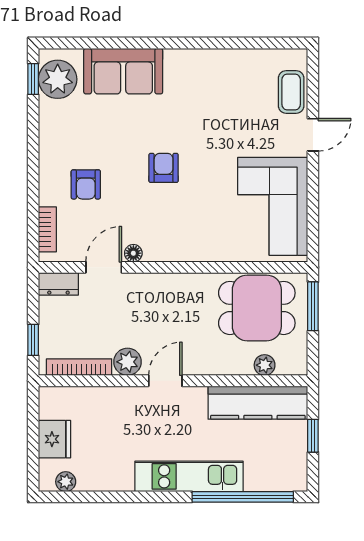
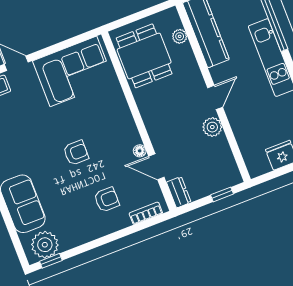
armchair: (164, 168) -> (76, 153), turned 180
window: (313, 306) -> (129, 20), removed
bookcase: (79, 367) -> (228, 157), removed
door: (165, 381) -> (215, 97), swing flipped

